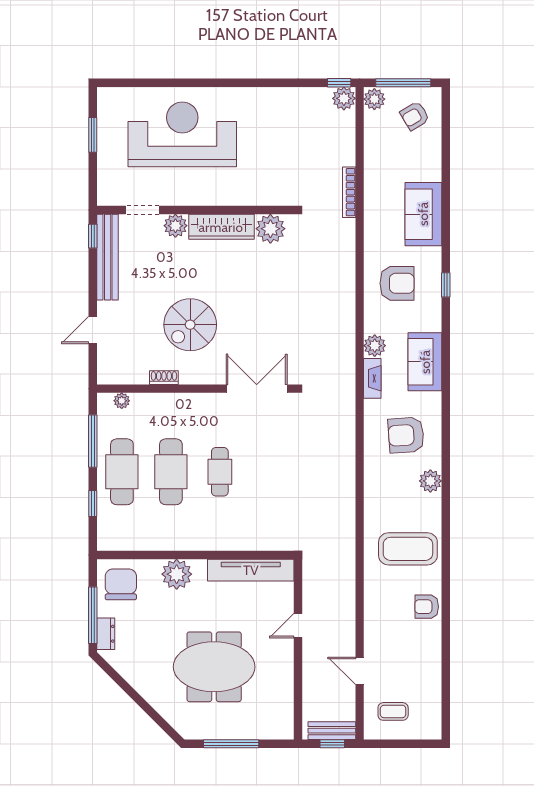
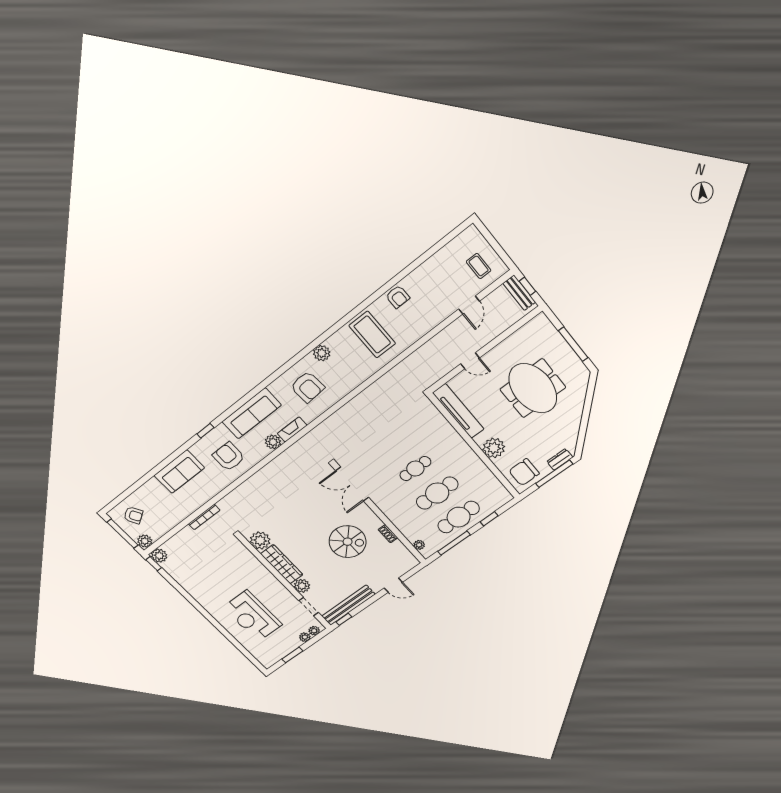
reception desk: (182, 134) -> (252, 616), width x0.74, depth x0.77
plant: (105, 171) -> (305, 637), added
plant: (105, 189) -> (314, 631), added
sofa: (425, 362) -> (252, 413), width x1.36

